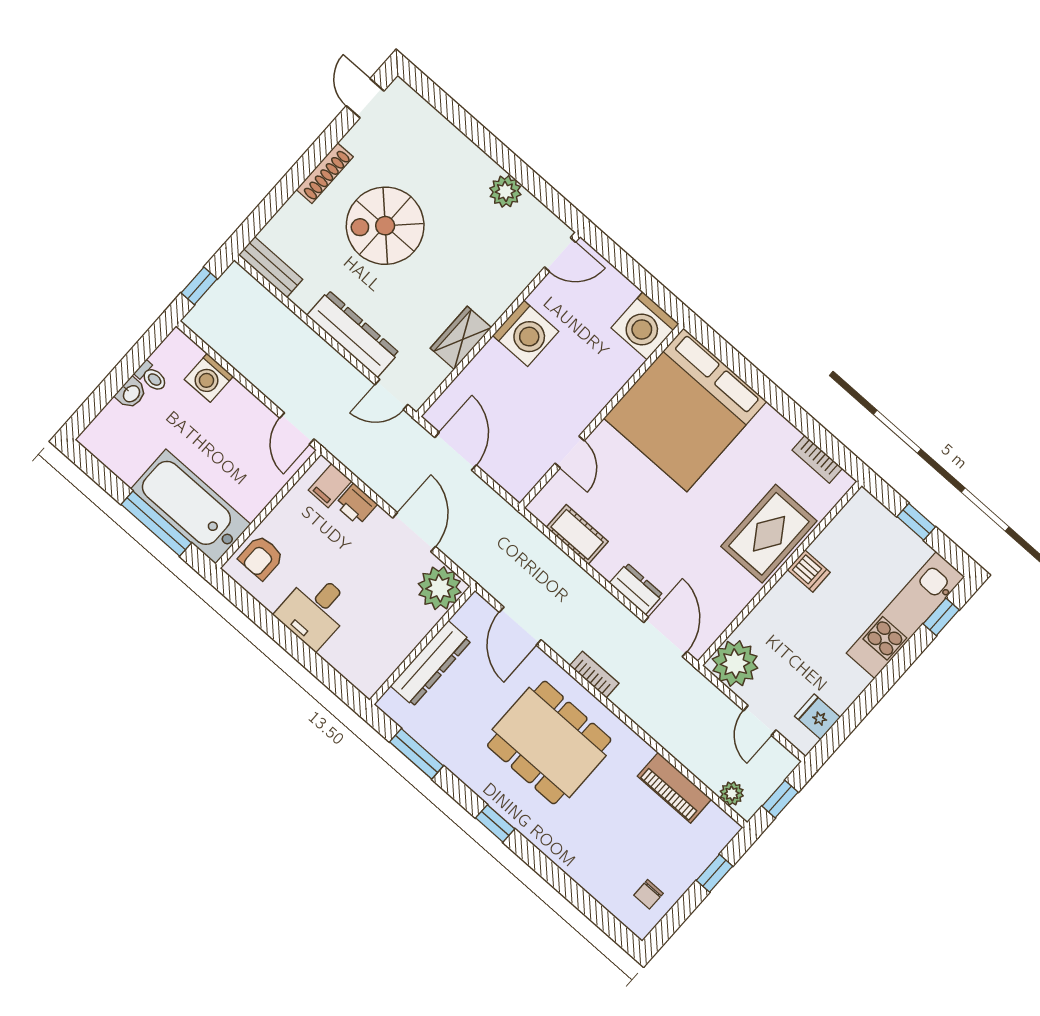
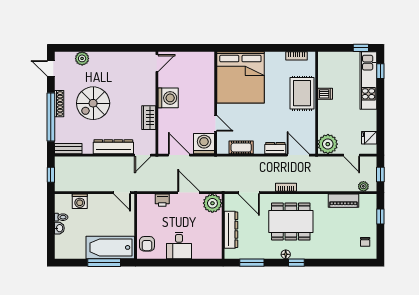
window: (289, 184) -> (51, 117), added
plant: (505, 191) -> (82, 58), moved
washing machine: (645, 326) -> (204, 144), moved, turned 180
filing cabinet: (330, 486) -> (149, 202), removed
window: (916, 522) -> (361, 48), moved
floor lamp: (489, 792) -> (286, 254), added

